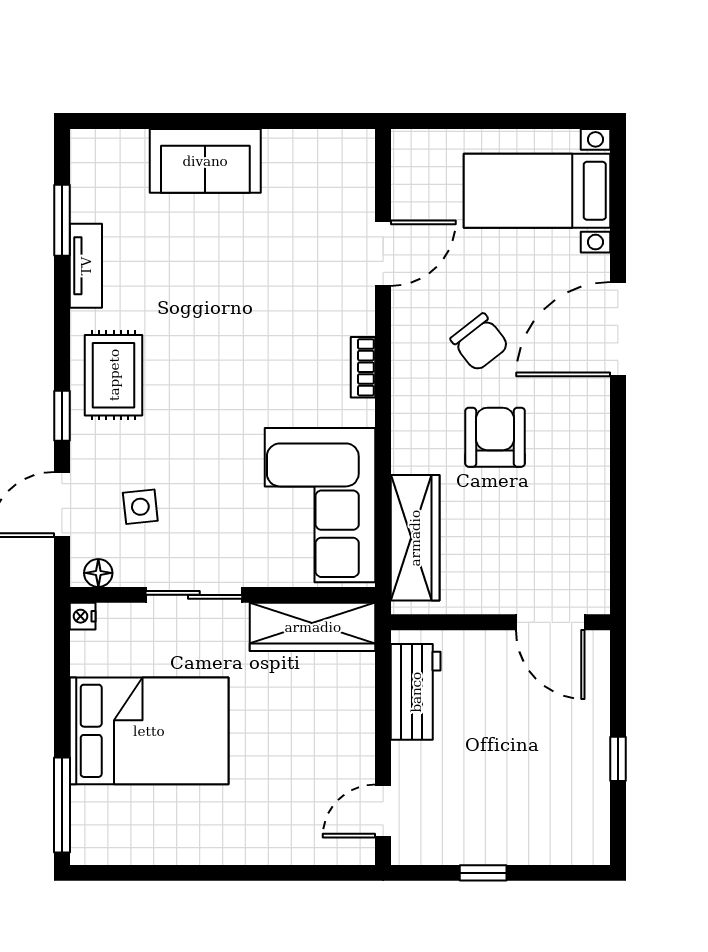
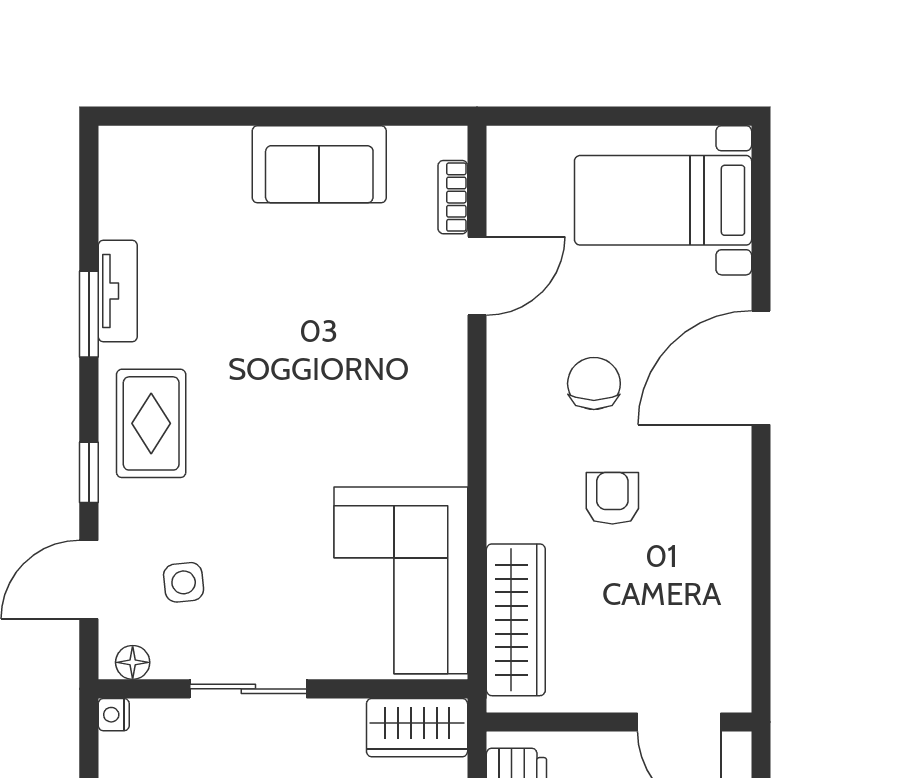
sofa: (205, 161) -> (319, 164), moved
window: (62, 220) -> (89, 314), moved
chair: (480, 342) -> (594, 384), turned -142
bookcase: (363, 367) -> (453, 197), moved
armchair: (495, 437) -> (612, 498), width x0.72, depth x0.72
wardrobe: (313, 627) -> (417, 728), width x0.67

